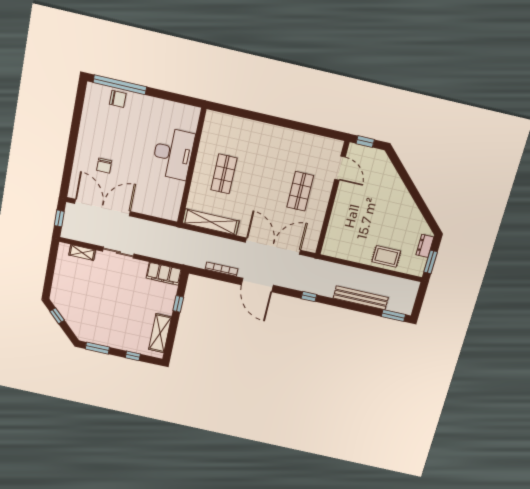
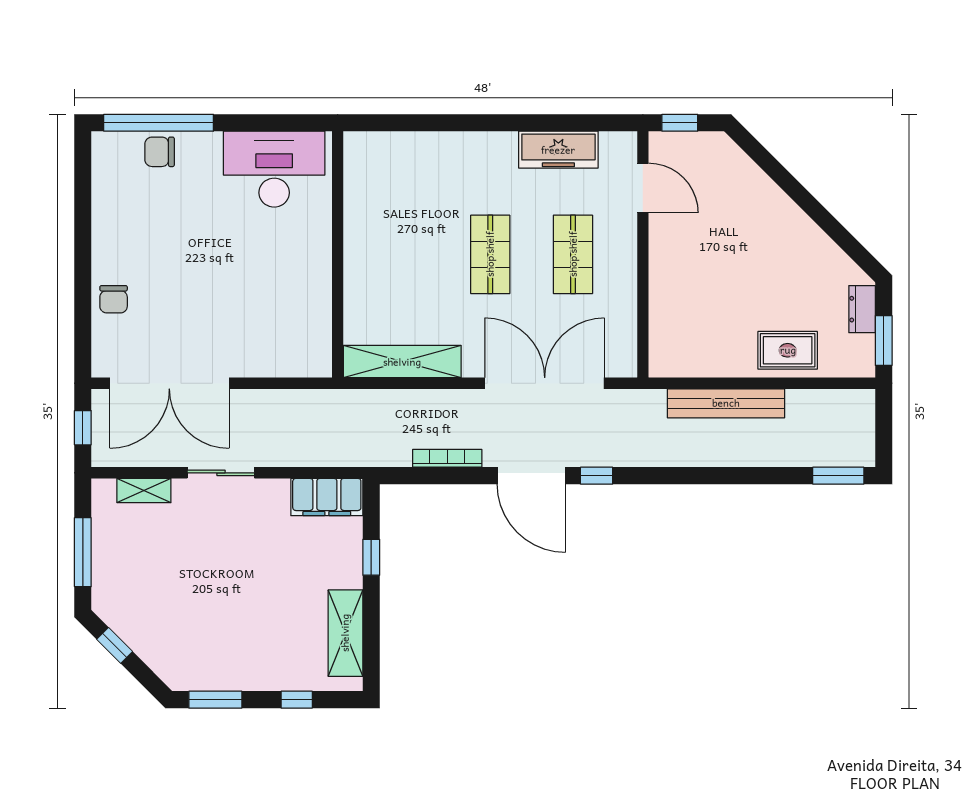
chair: (118, 99) -> (160, 152), turned 180
freezer: (305, 141) -> (558, 150), added
desk: (173, 154) -> (274, 169), moved, turned -90
chair: (104, 166) -> (114, 299), moved
shop shelf: (224, 174) -> (490, 254), moved
double door: (102, 208) -> (169, 383), swing flipped
window: (50, 273) -> (83, 552), added
window: (309, 297) -> (597, 476), moved
bench: (361, 298) -> (726, 403), moved

